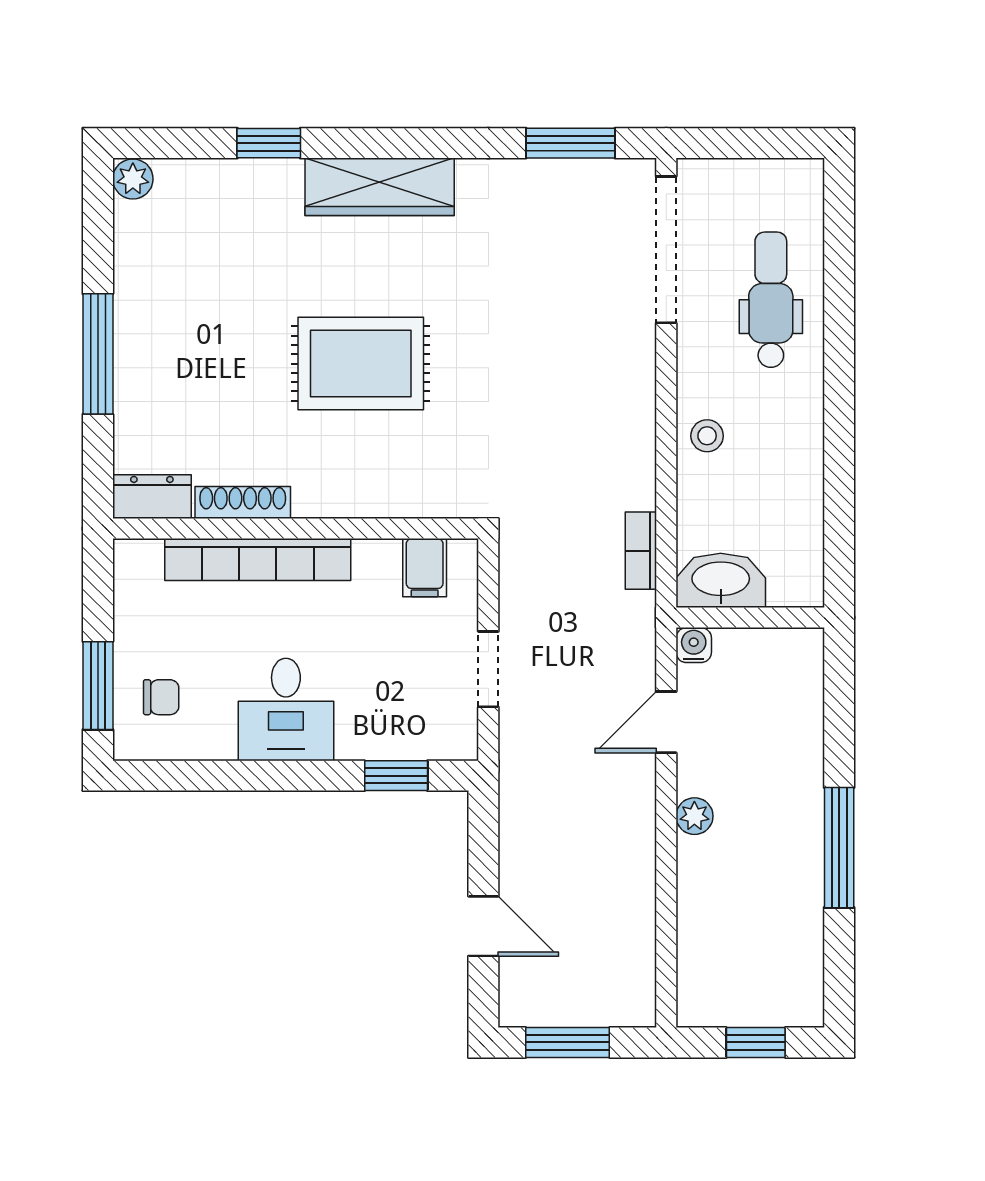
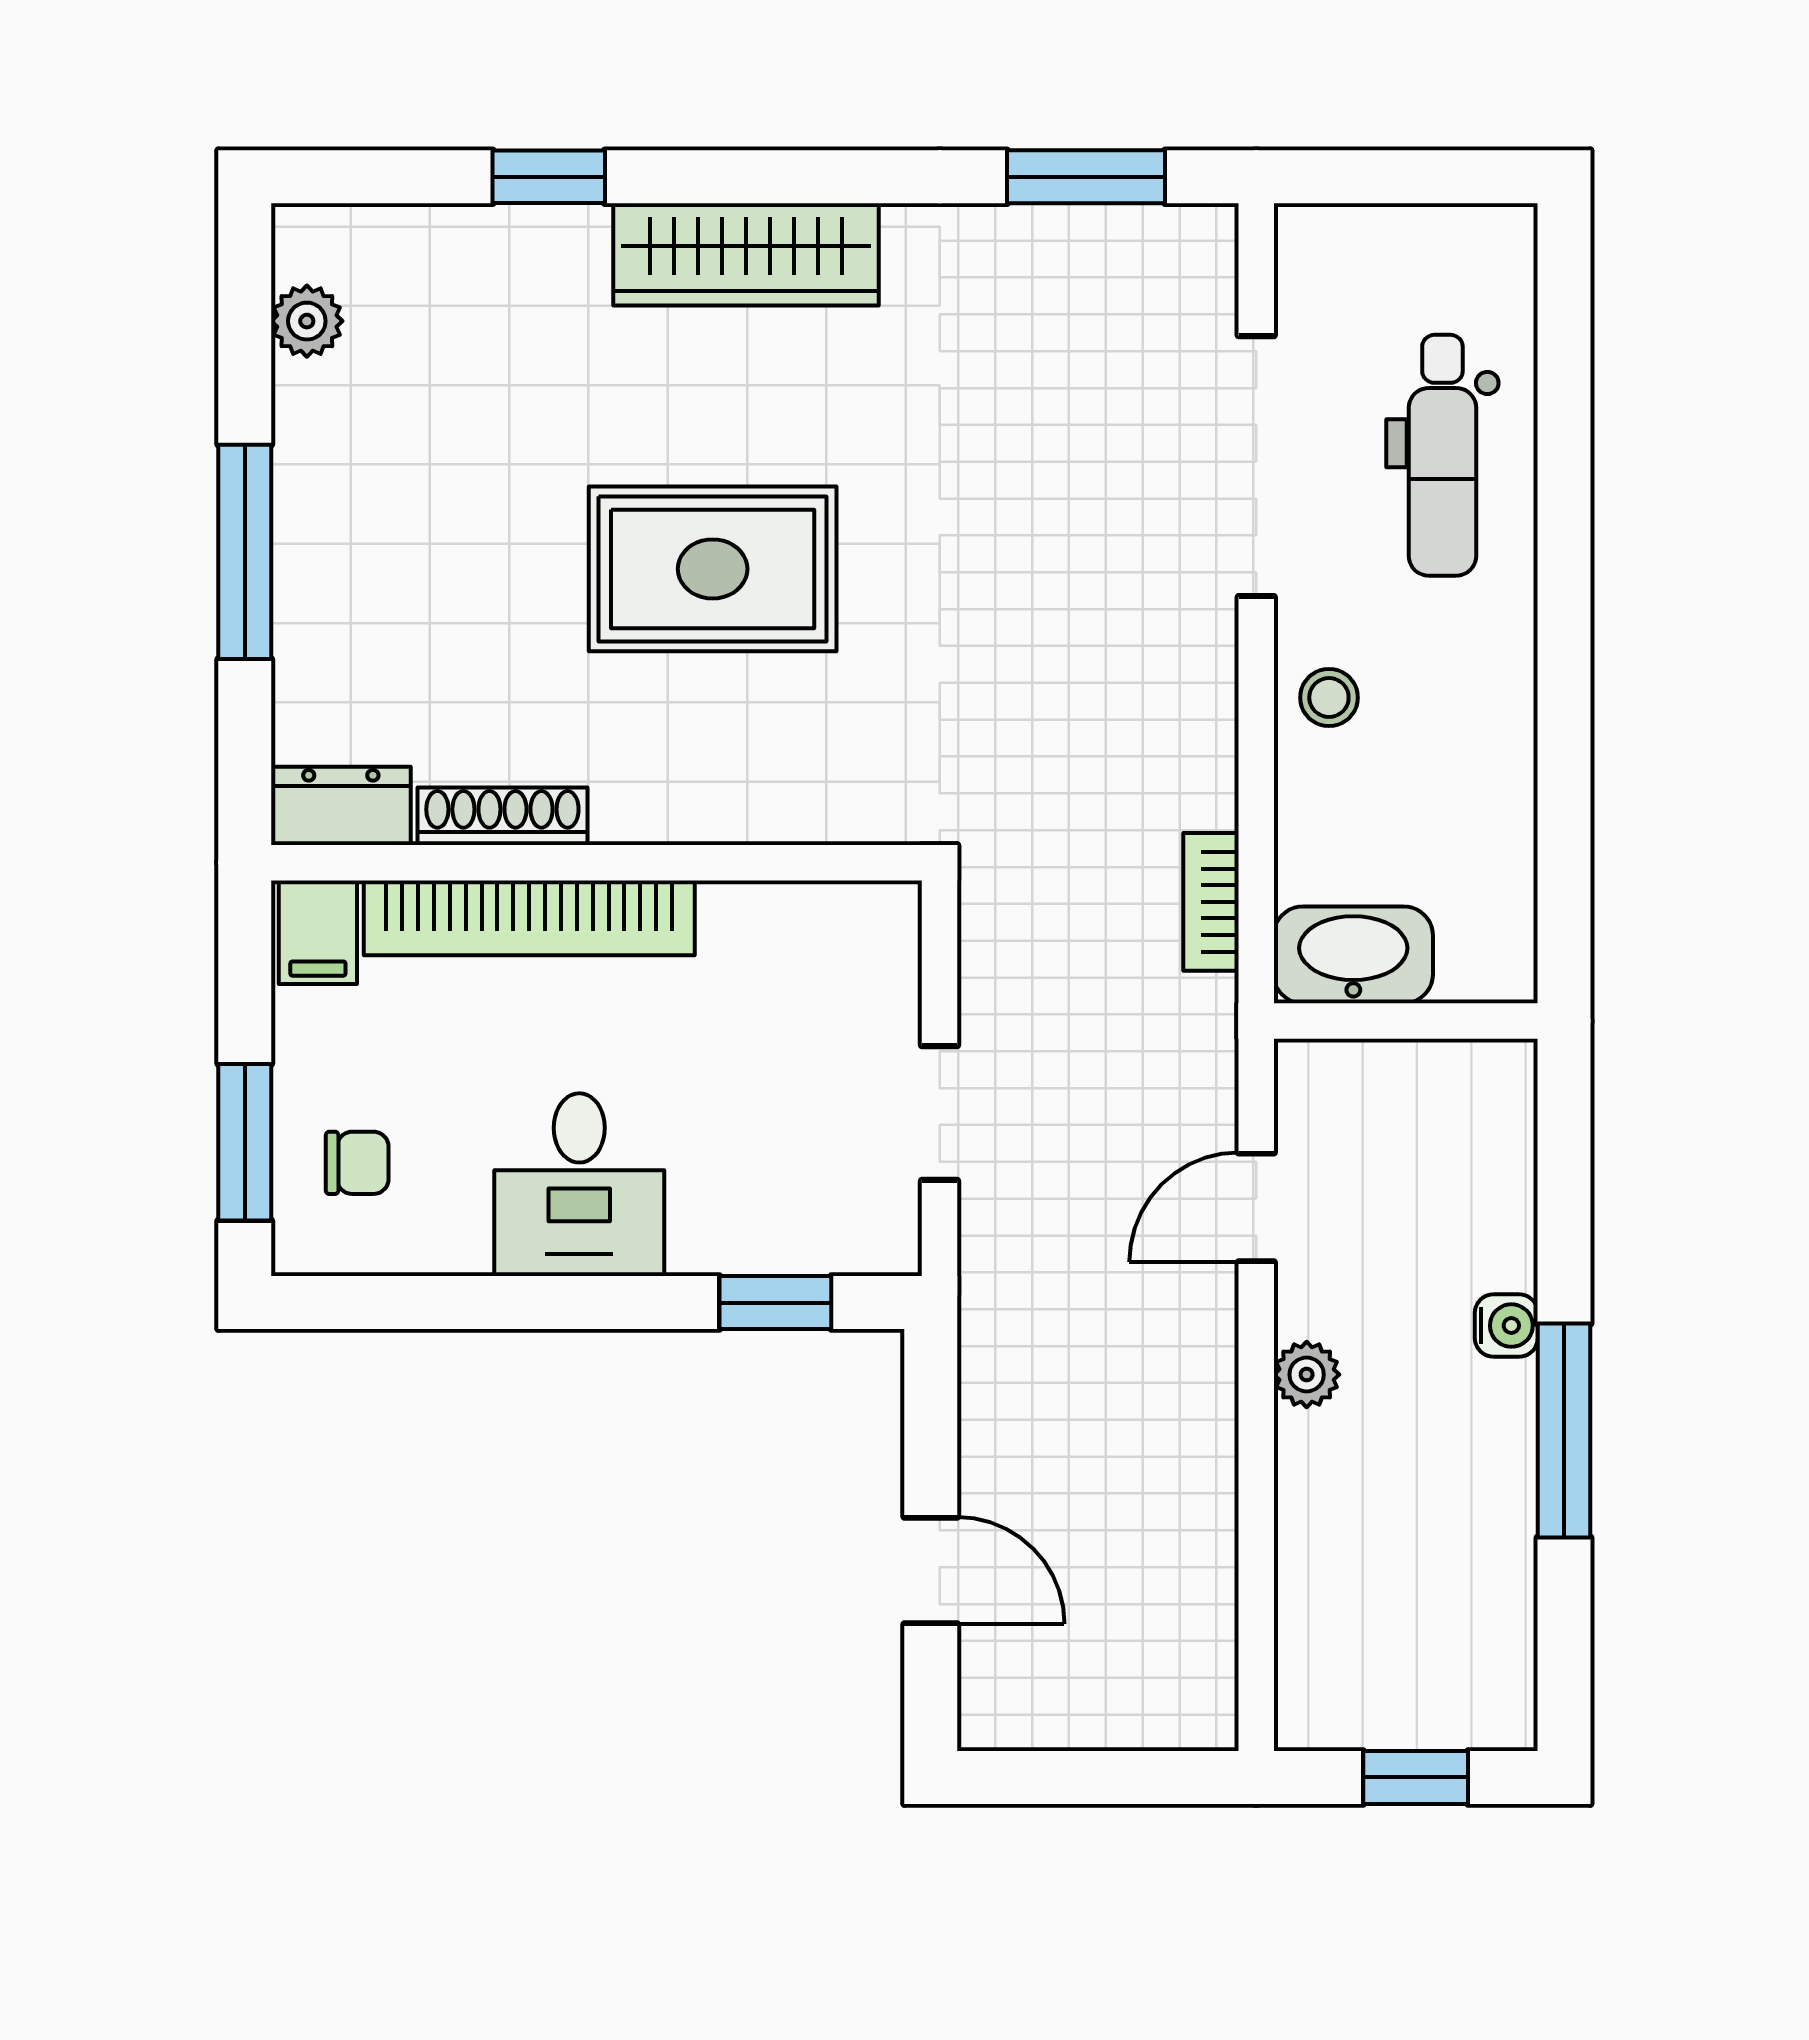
plant: (133, 179) -> (307, 321), moved
doorway: (666, 250) -> (1256, 466), moved
dental chair: (771, 300) -> (1442, 455), turned 180
filing cabinet: (425, 568) -> (318, 932), moved
water cooler: (694, 645) -> (1506, 1326), moved, turned 90
window: (568, 1042) -> (1081, 1777), removed

